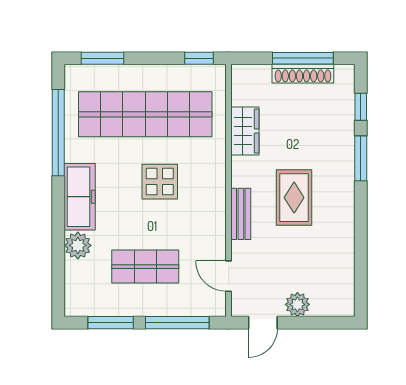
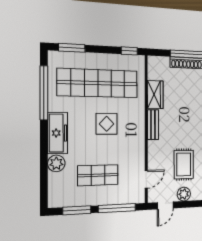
rug: (294, 198) -> (184, 164), moved
bench: (241, 214) -> (153, 125), moved
door: (229, 276) -> (146, 179), swing flipped

